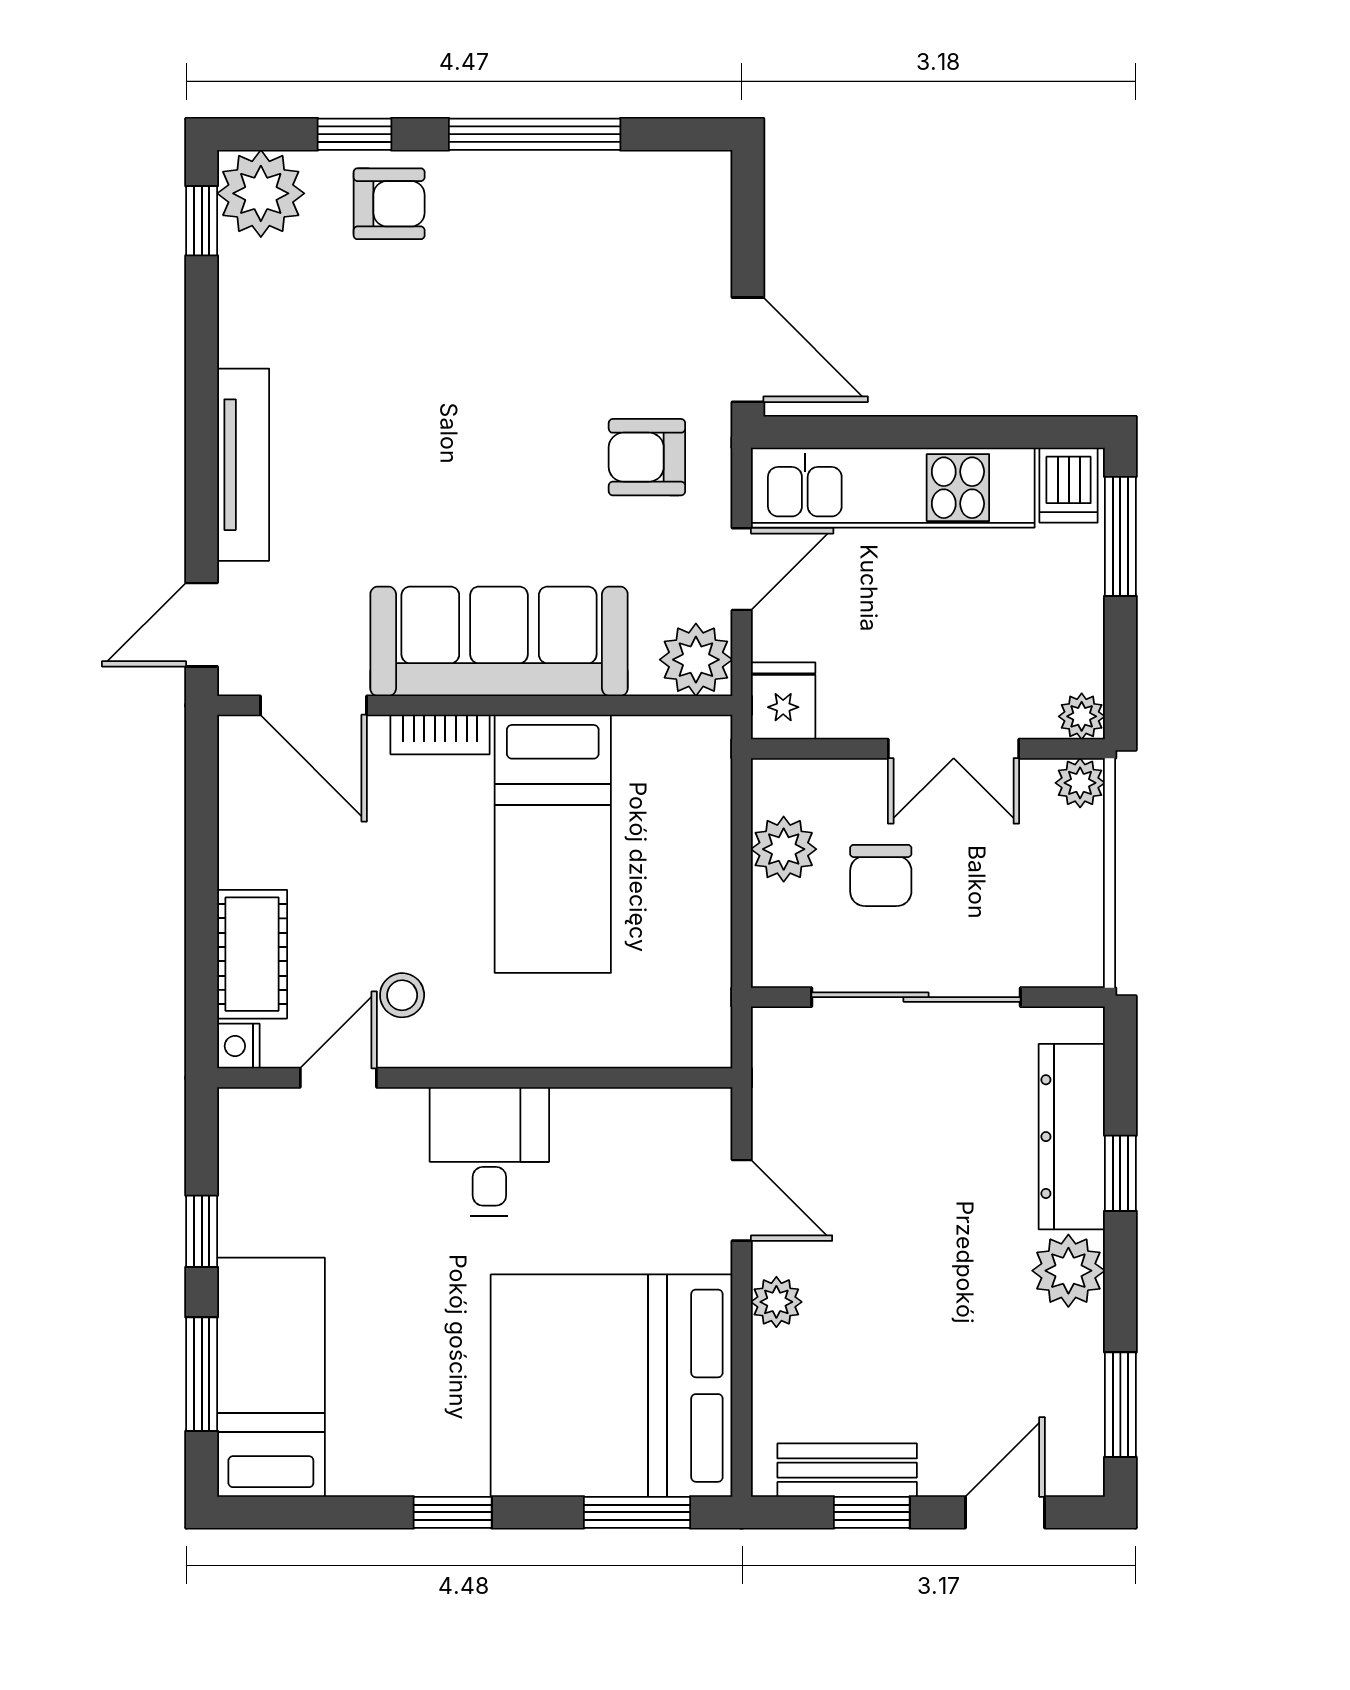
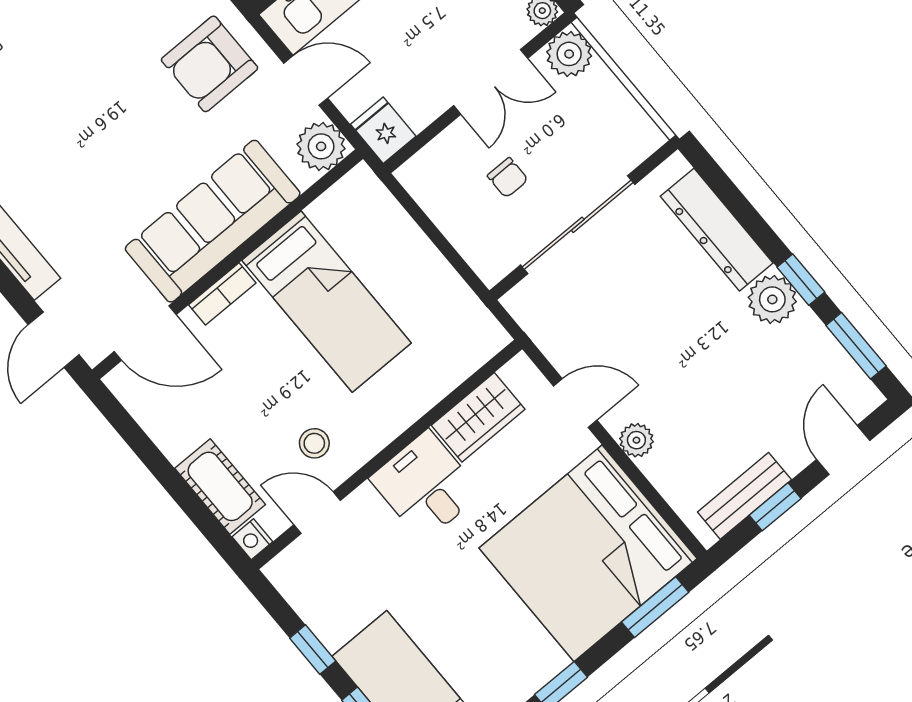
armchair: (647, 457) -> (210, 64), width x1.38, depth x1.38
door: (742, 569) -> (306, 81), hinge flipped
plant: (1080, 783) -> (569, 54), width x1.38, depth x1.38
plant: (784, 849) -> (447, 206), removed
chair: (881, 875) -> (508, 178), width x0.73, depth x0.73
door: (338, 1078) -> (317, 513), hinge flipped
wardrobe: (616, 1123) -> (478, 417), added
window: (1120, 1173) -> (801, 280), moved

